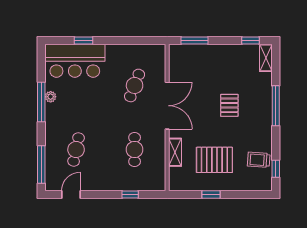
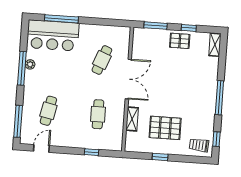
window: (83, 41) -> (61, 19), width x2.17
window: (251, 41) -> (189, 28), moved
pallet: (229, 105) -> (180, 41), moved, turned 90
window: (276, 106) -> (219, 98), moved
trolley: (259, 160) -> (199, 145), moved

